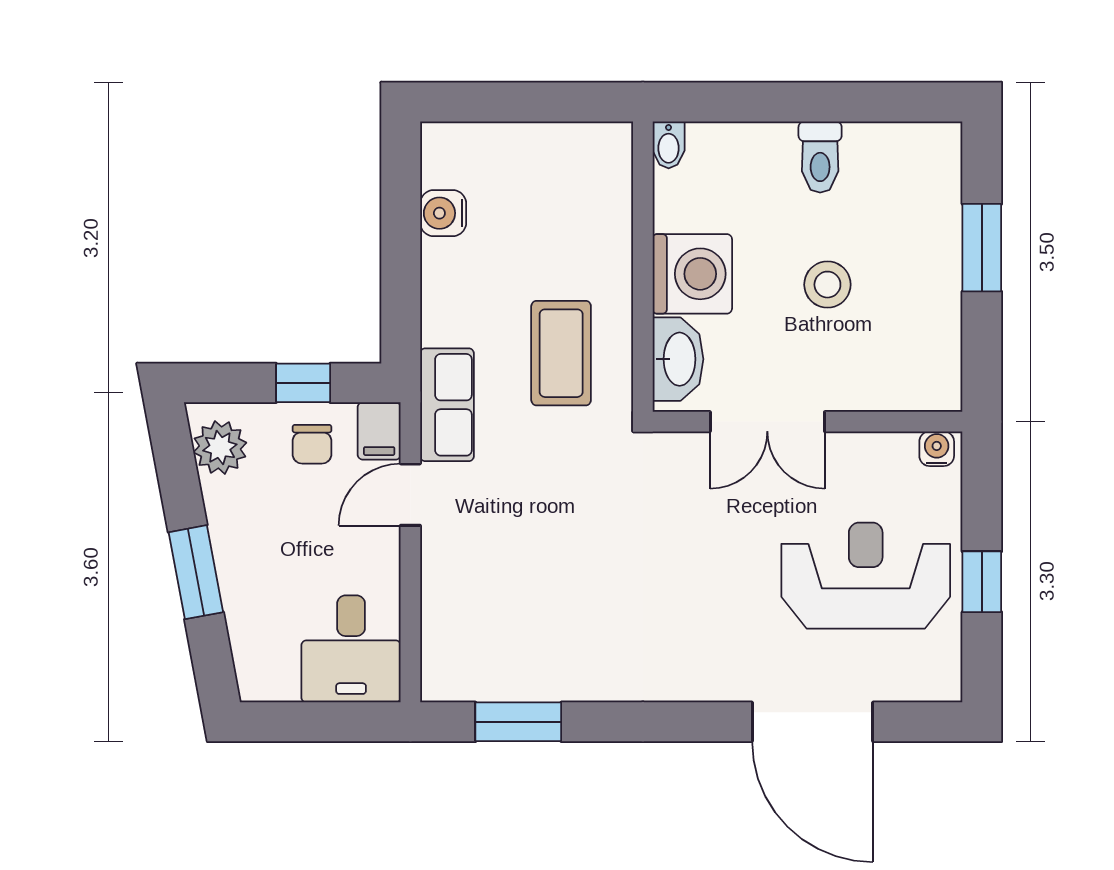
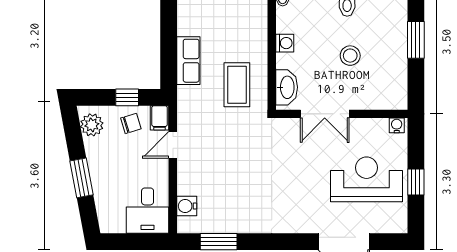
water cooler: (443, 213) -> (187, 206), moved
washing machine: (692, 274) -> (285, 43), width x0.53, depth x0.53
row of seats: (447, 405) -> (188, 61), moved
chair: (312, 444) -> (131, 123), turned -107

